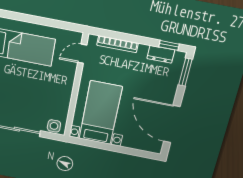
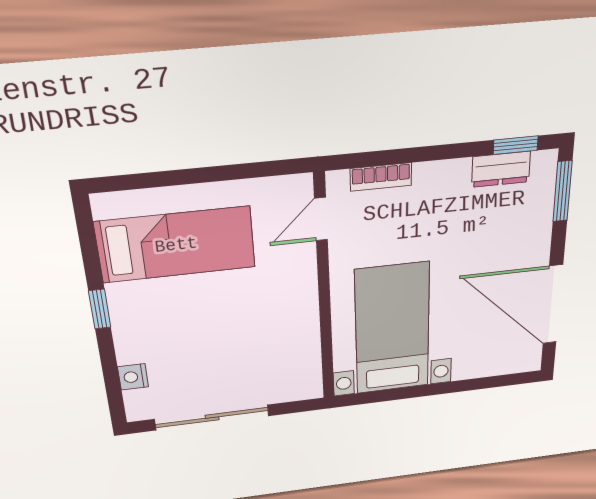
bookcase: (118, 44) -> (381, 177), width x0.64
side table: (54, 126) -> (295, 386), removed

